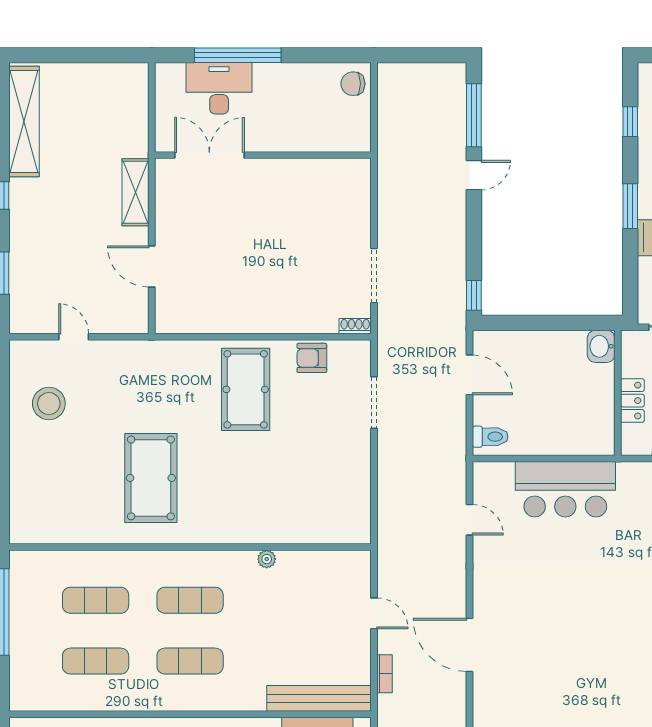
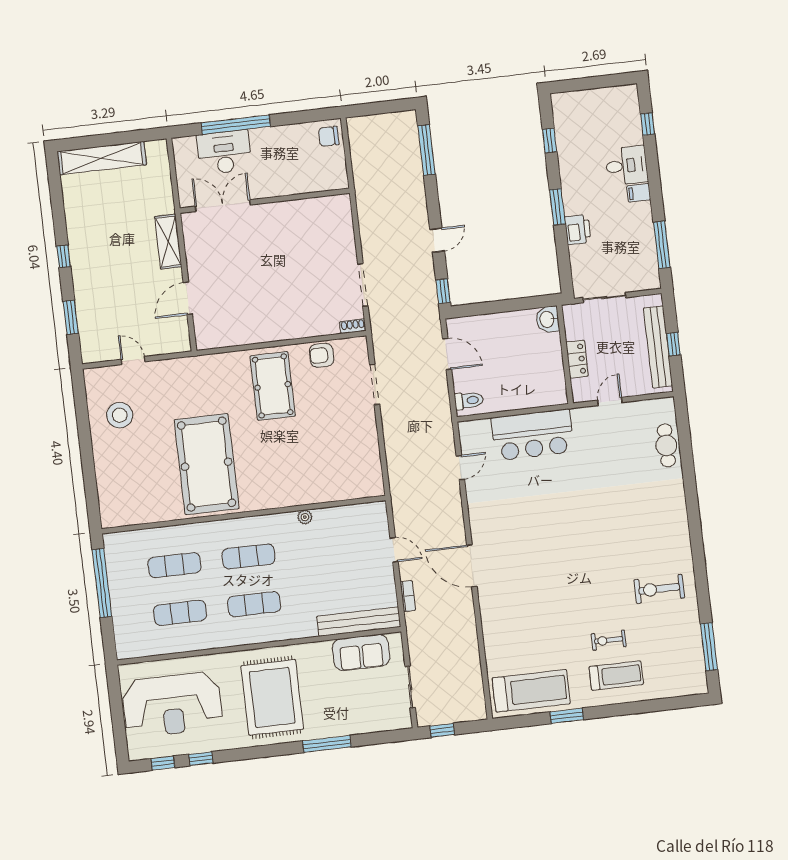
shelving: (24, 121) -> (102, 158), moved, turned 90
door: (474, 175) -> (437, 240), moved
door: (152, 266) -> (188, 298), hinge flipped
pool table: (151, 478) -> (207, 464), width x1.36, depth x1.32
door: (470, 520) -> (460, 468), hinge flipped

